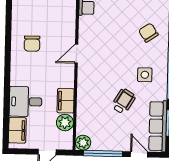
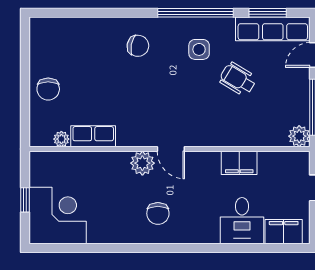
chair: (148, 33) -> (138, 46), turned -135
chair: (32, 44) -> (158, 213), turned 90
plant: (65, 123) -> (142, 163), moved

